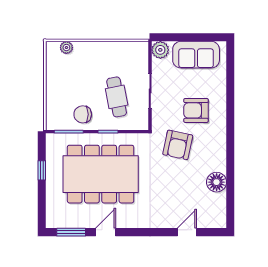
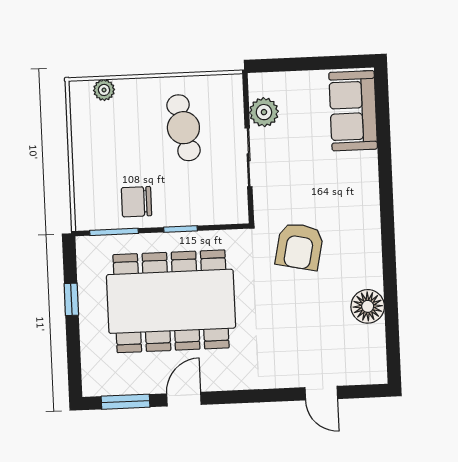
plant: (160, 50) -> (264, 112), moved
sofa: (196, 55) -> (353, 111), moved, turned 90
cafe table: (117, 97) -> (183, 128), moved
armchair: (196, 110) -> (328, 187), removed
door: (187, 232) -> (321, 393), swing flipped

